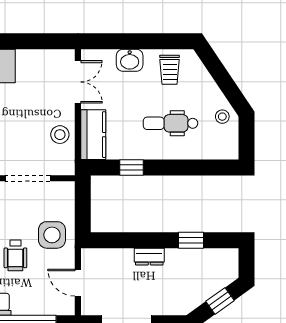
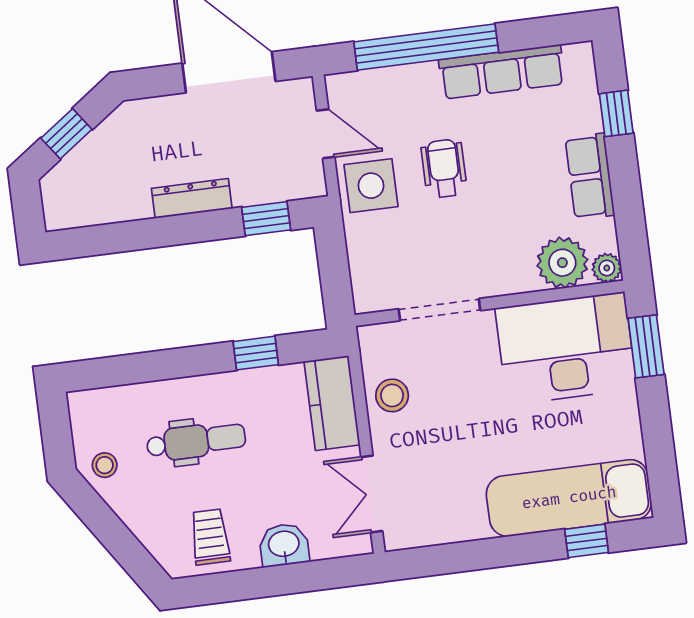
side table: (52, 235) -> (371, 186), moved
window: (191, 240) -> (266, 219), moved
dresser: (149, 257) -> (192, 198), width x1.44

